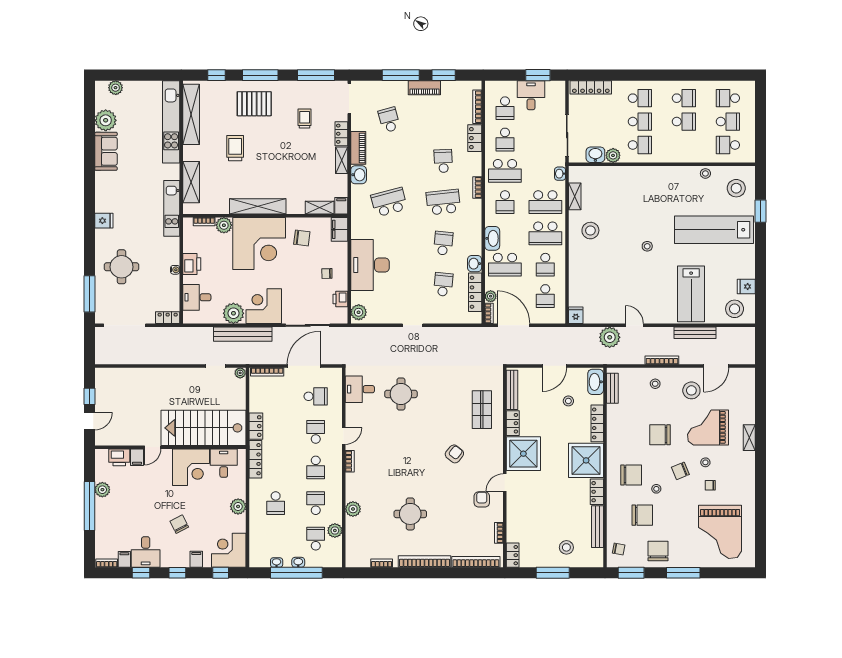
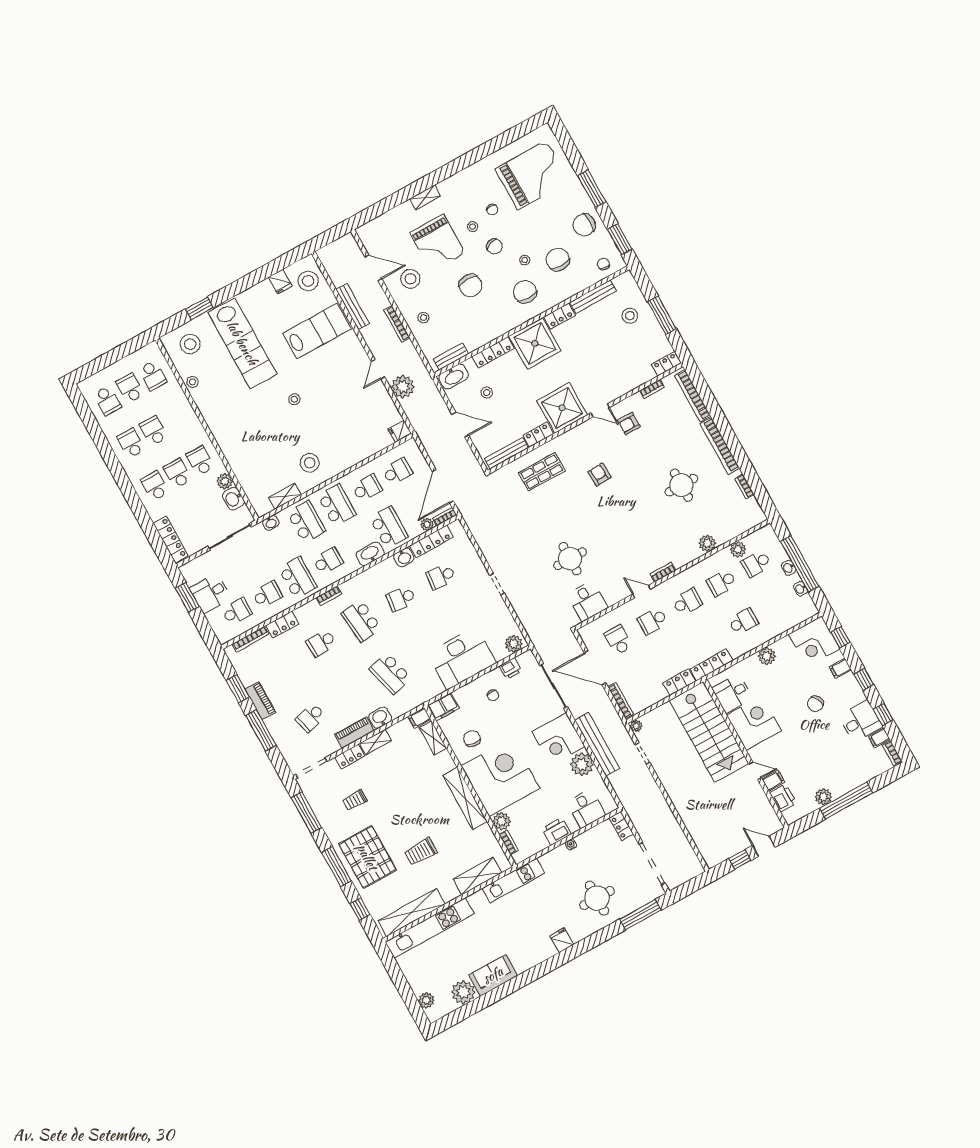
pallet: (254, 104) -> (367, 857), width x1.37, depth x1.41
armchair: (454, 454) -> (599, 475), turned 48

